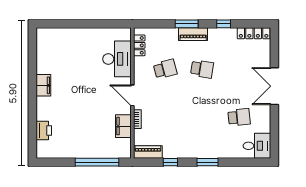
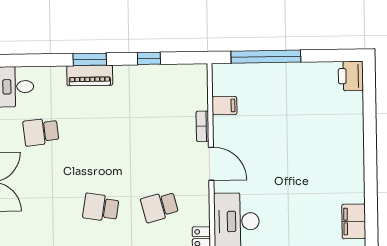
filing cabinet: (43, 85) -> (354, 221), moved
filing cabinet: (123, 126) -> (224, 106), width x0.50
printer: (44, 130) -> (351, 76), moved
piano: (148, 152) -> (90, 75), moved

